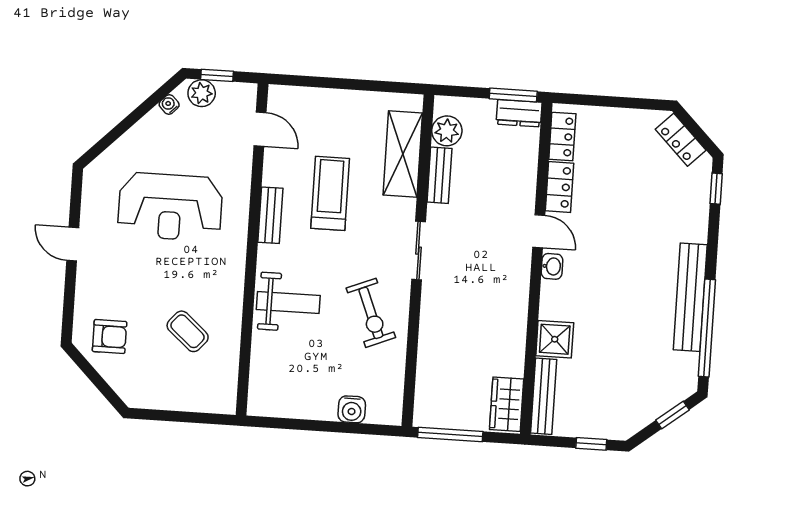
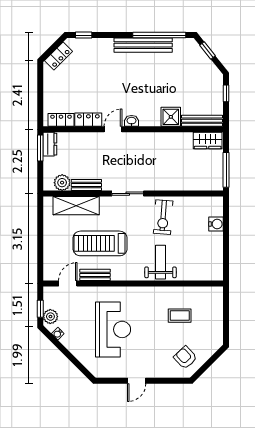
treadmill: (330, 193) -> (100, 243), width x1.37, depth x1.38
bench: (270, 215) -> (95, 275), moved
exercise bike: (371, 313) -> (163, 217), turned 116
coffee table: (188, 331) -> (180, 316), turned 49
armchair: (110, 337) -> (185, 358), turned -43

